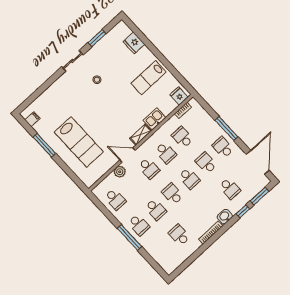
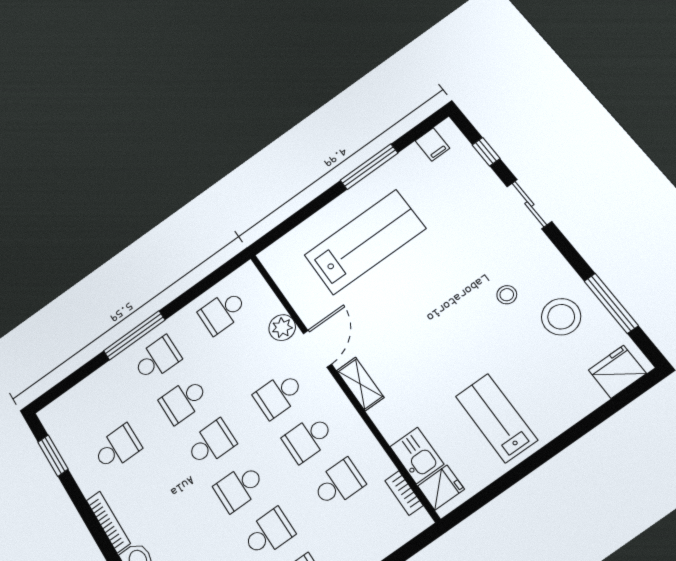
window: (97, 38) -> (611, 303), width x1.44
fridge: (134, 43) -> (617, 372), moved
stool: (104, 57) -> (561, 317), added
sliding door: (72, 61) -> (529, 204), moved
window: (35, 96) -> (486, 152), added
kitchen sink: (155, 119) -> (417, 455), moved
lab bench: (79, 142) -> (365, 242), turned 180
school desk: (139, 225) -> (157, 359), turned 180
window: (186, 264) -> (53, 456), added

